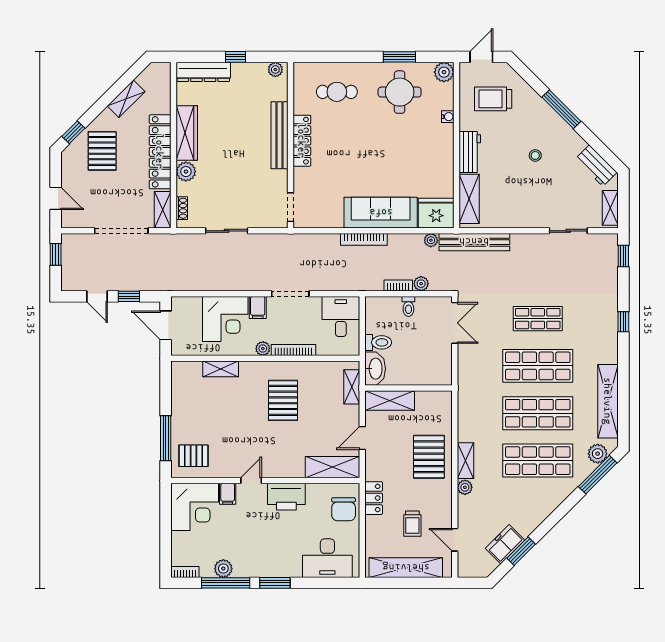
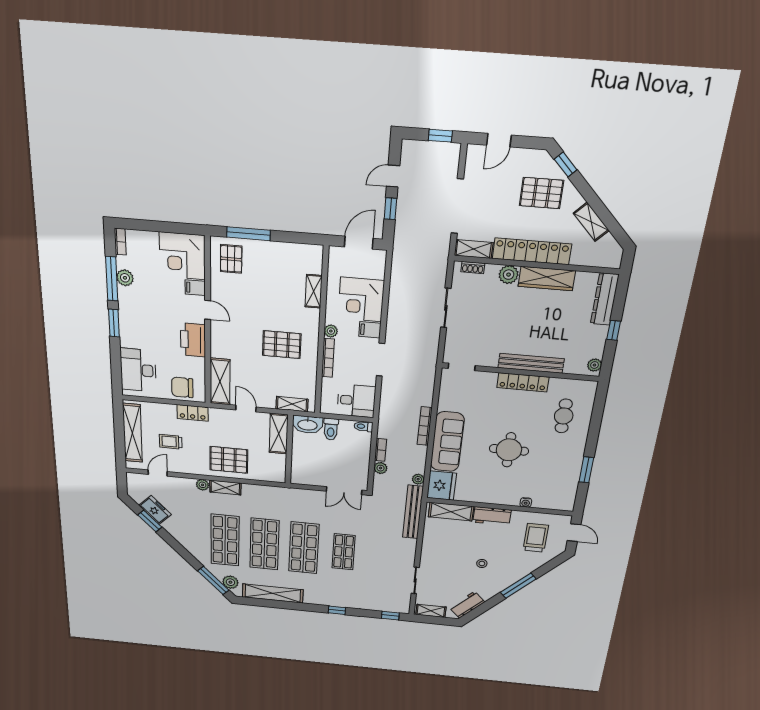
plant: (444, 72) -> (566, 503), removed
round table: (400, 92) -> (509, 450), moved
toilet: (408, 306) -> (363, 426), moved

